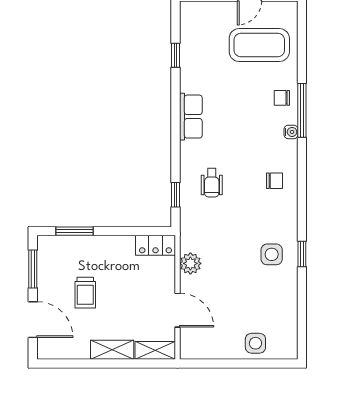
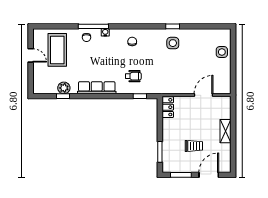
row of seats: (191, 117) -> (97, 88), width x1.48
plant: (190, 263) -> (64, 88), moved
shelving: (155, 350) -> (226, 107), removed

